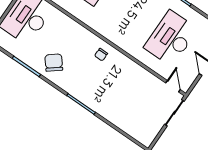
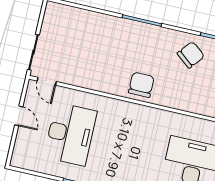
chair: (101, 55) -> (141, 85), width x1.87, depth x1.87
chair: (54, 63) -> (191, 55), turned -102

